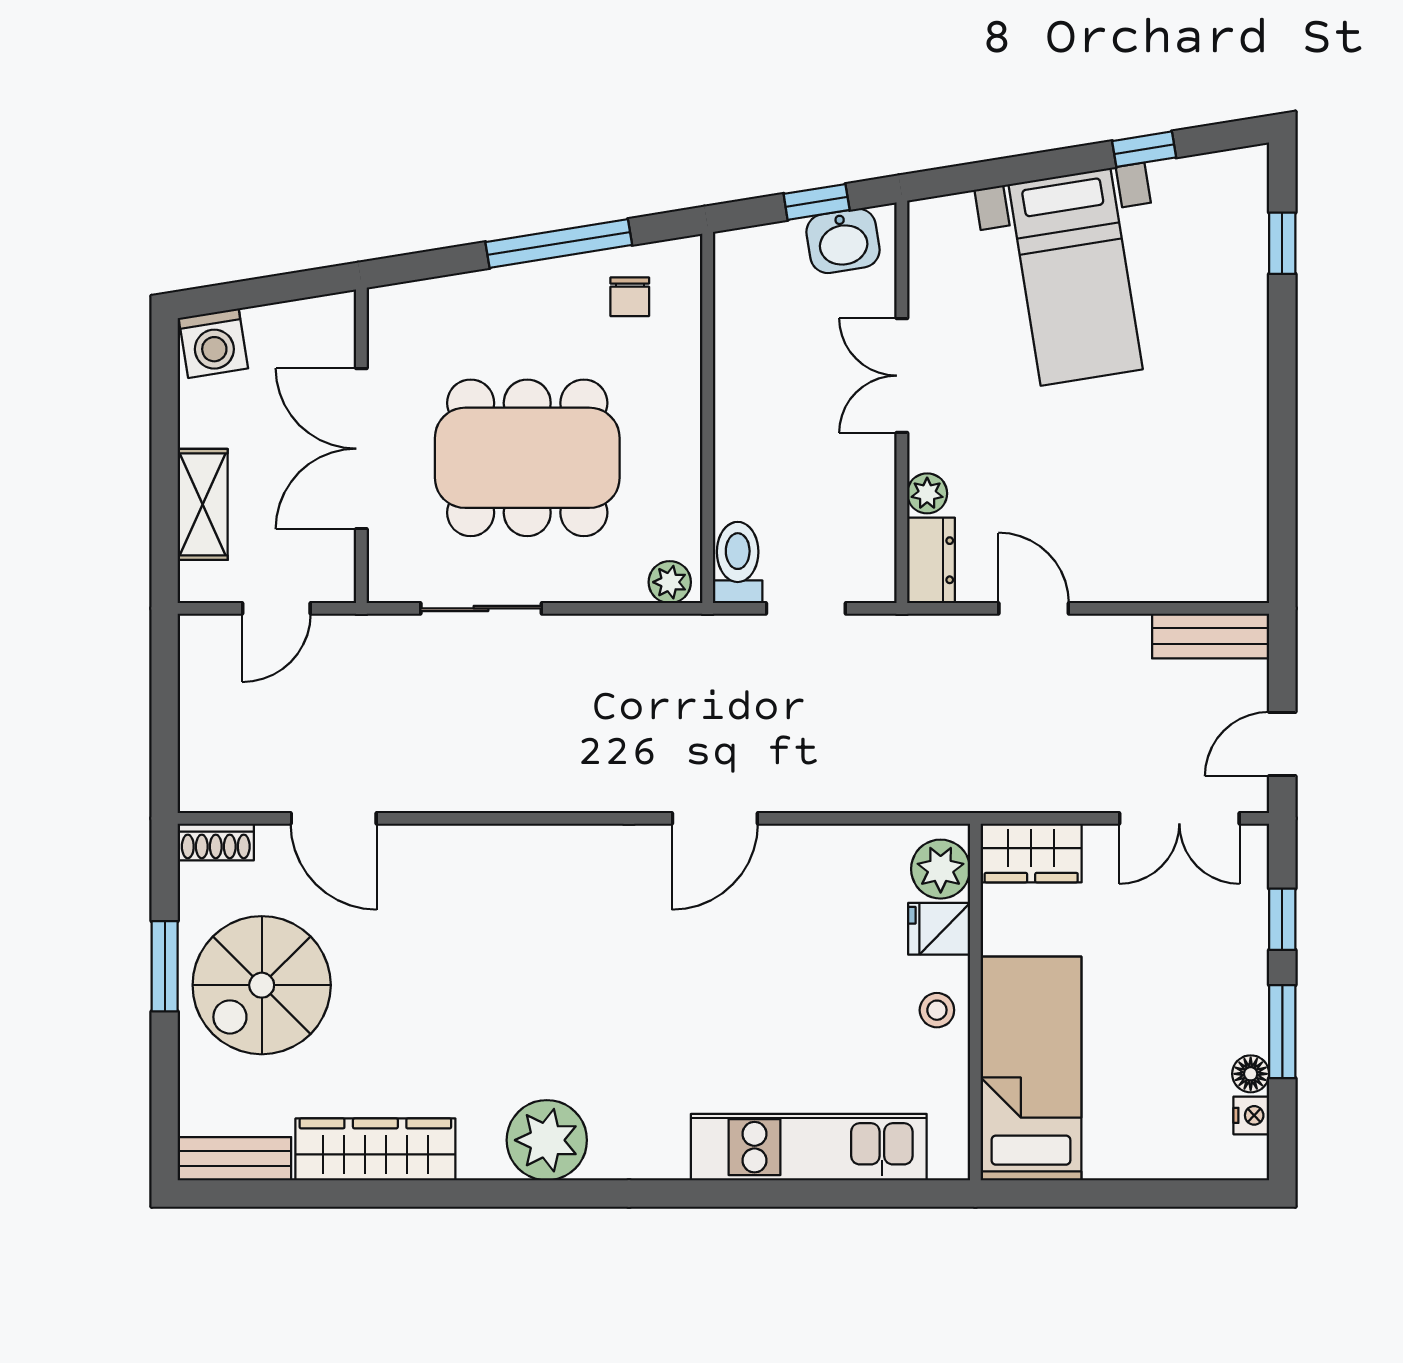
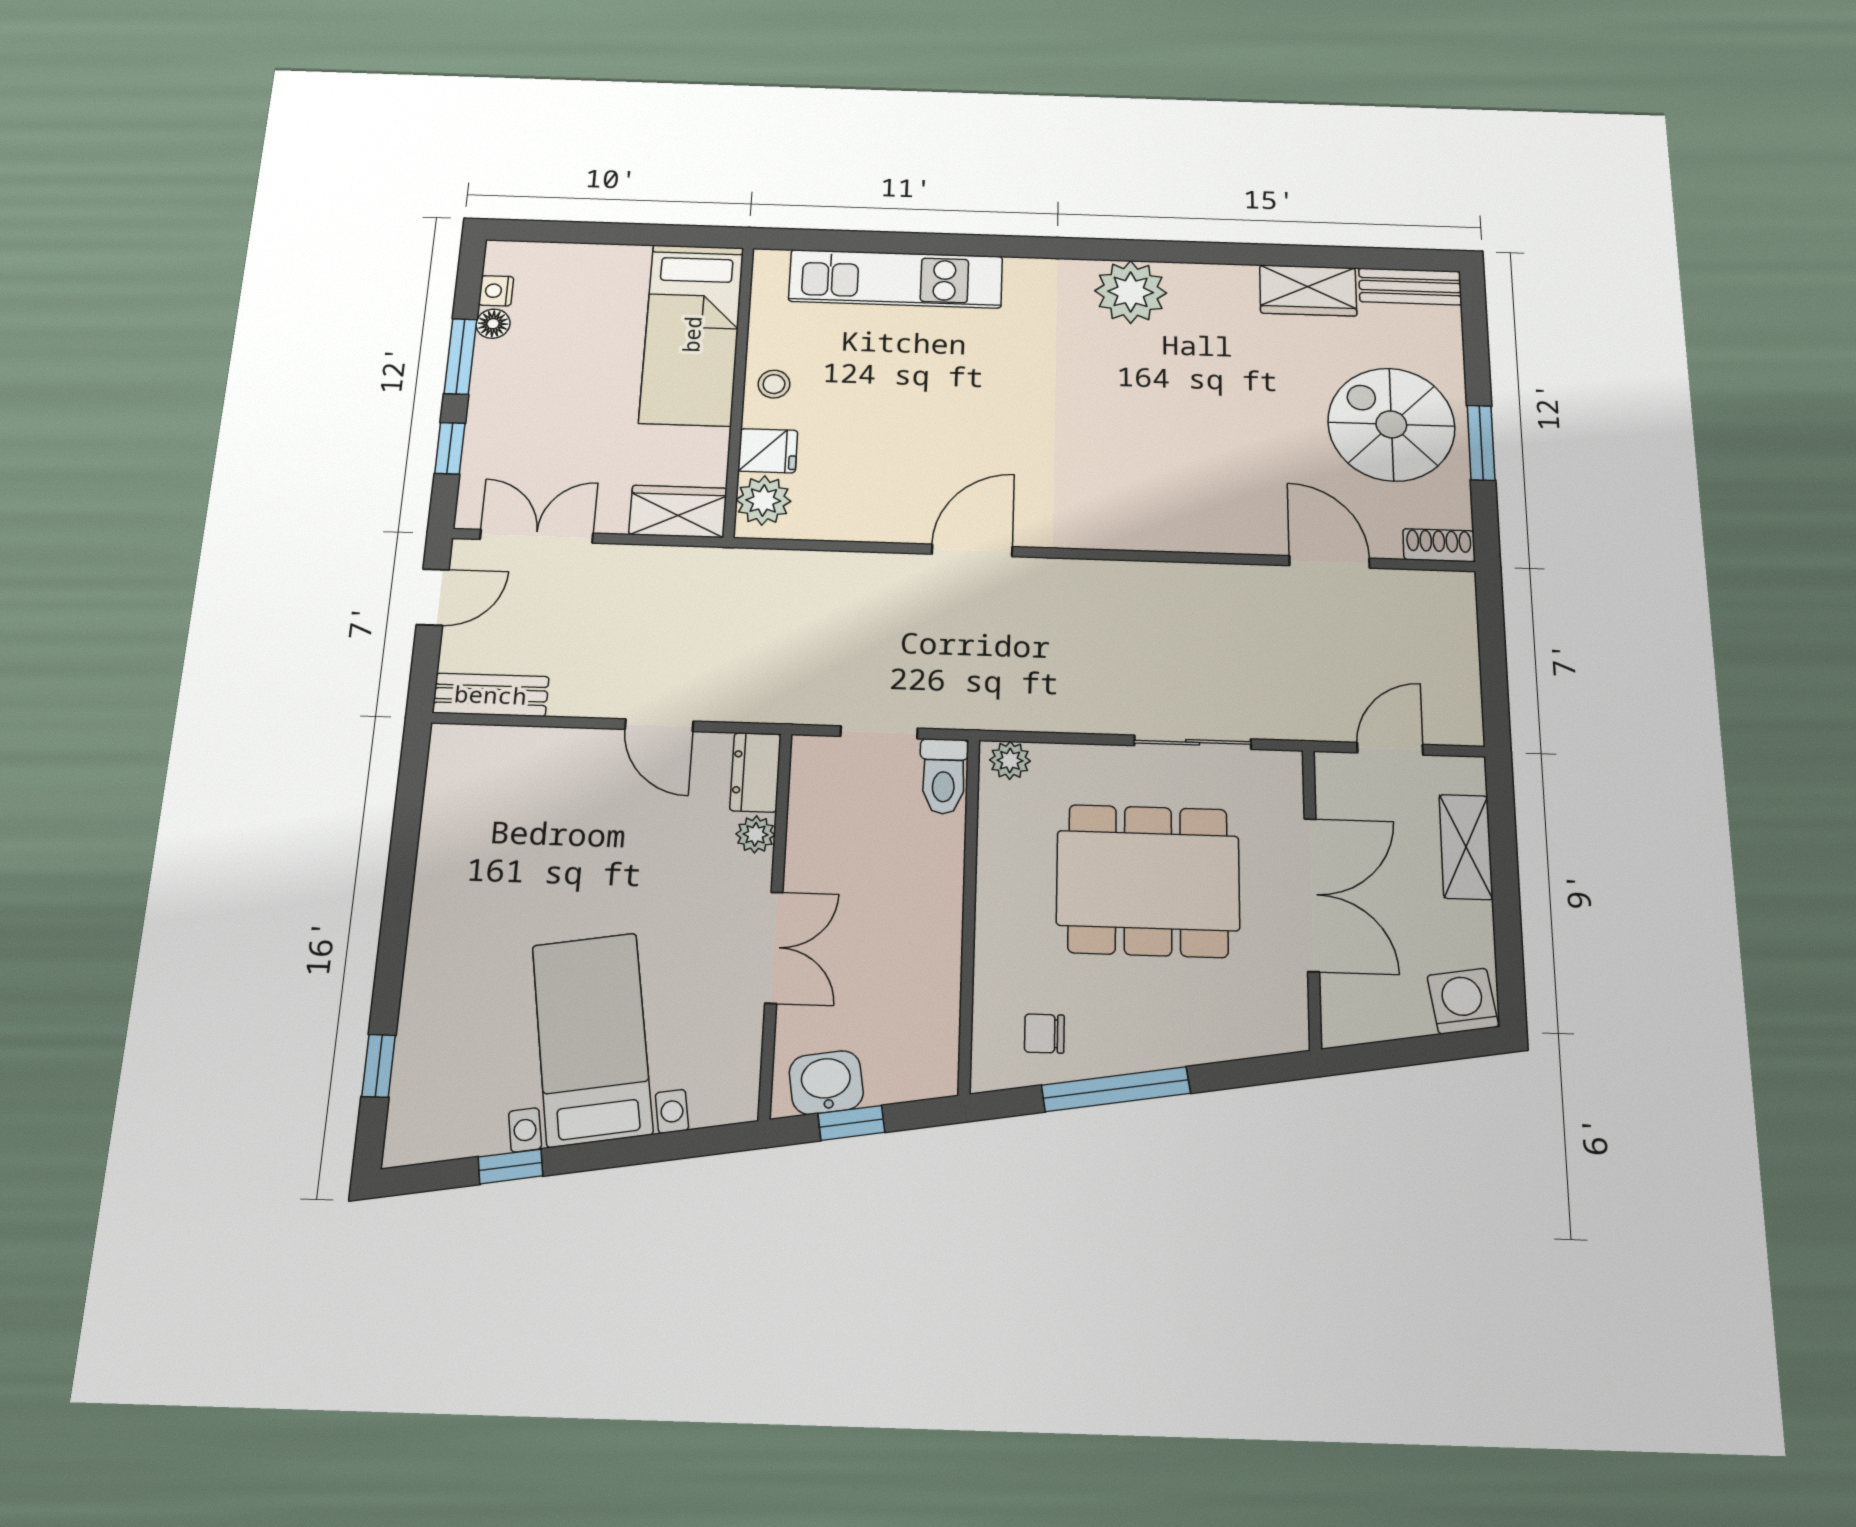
chair: (630, 297) -> (1044, 1034), turned -90
spiral stairs: (262, 985) -> (1391, 424), turned -90
wardrobe: (375, 1149) -> (1308, 290), width x0.67

